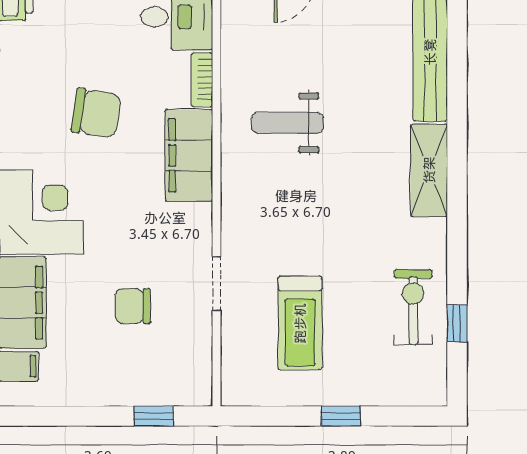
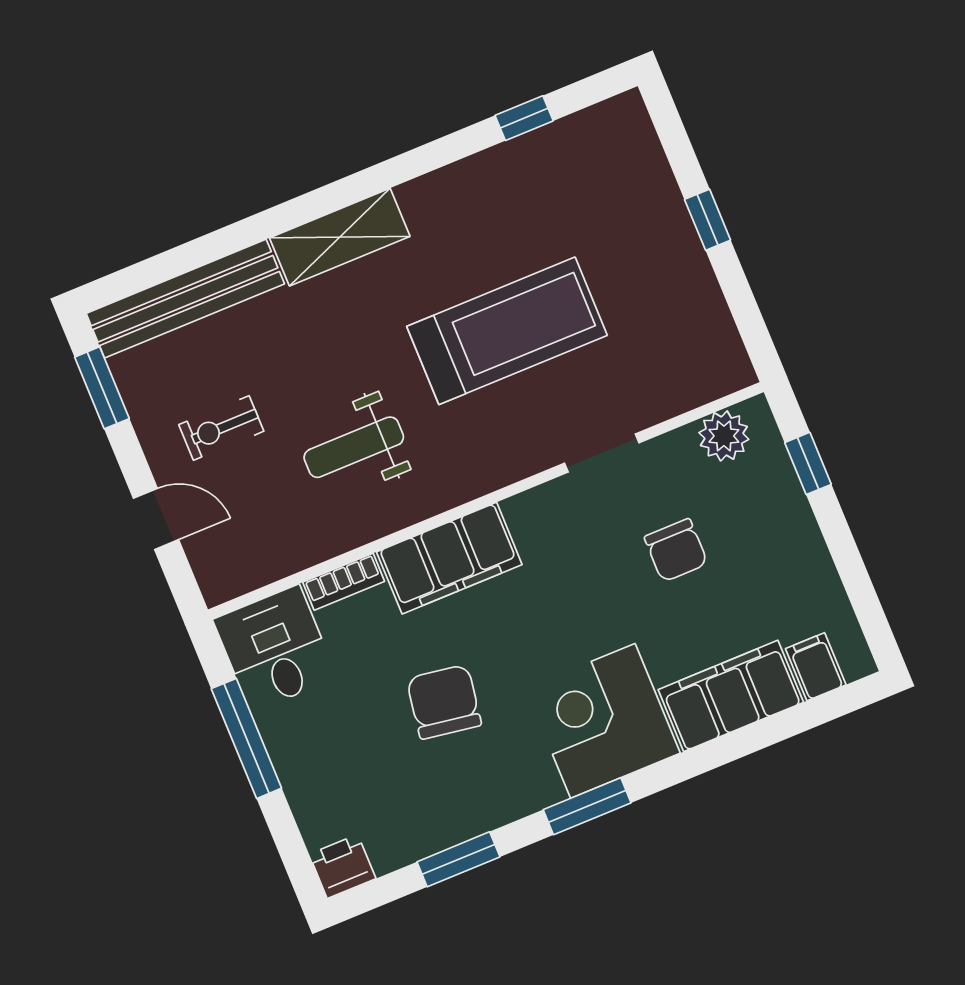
weight bench: (287, 123) -> (354, 447), turned 90
exercise bike: (413, 307) -> (221, 428), moved, width x0.73, depth x0.72
treadmill: (300, 323) -> (507, 331), moved, width x1.37, depth x1.38
plant: (195, 368) -> (724, 436), added

